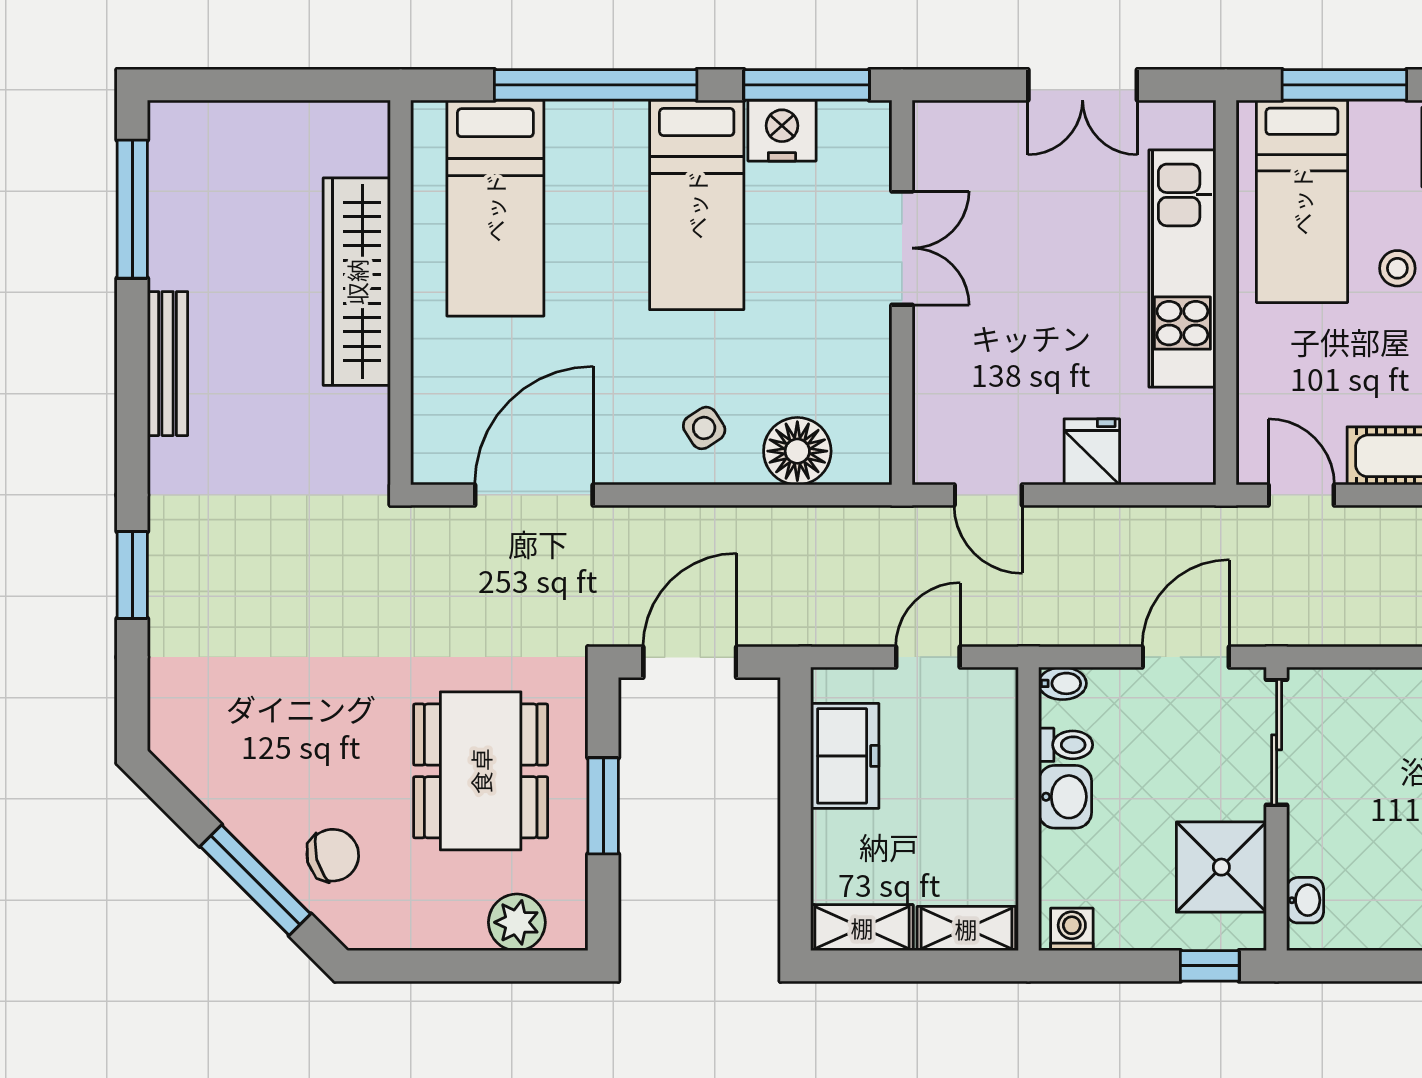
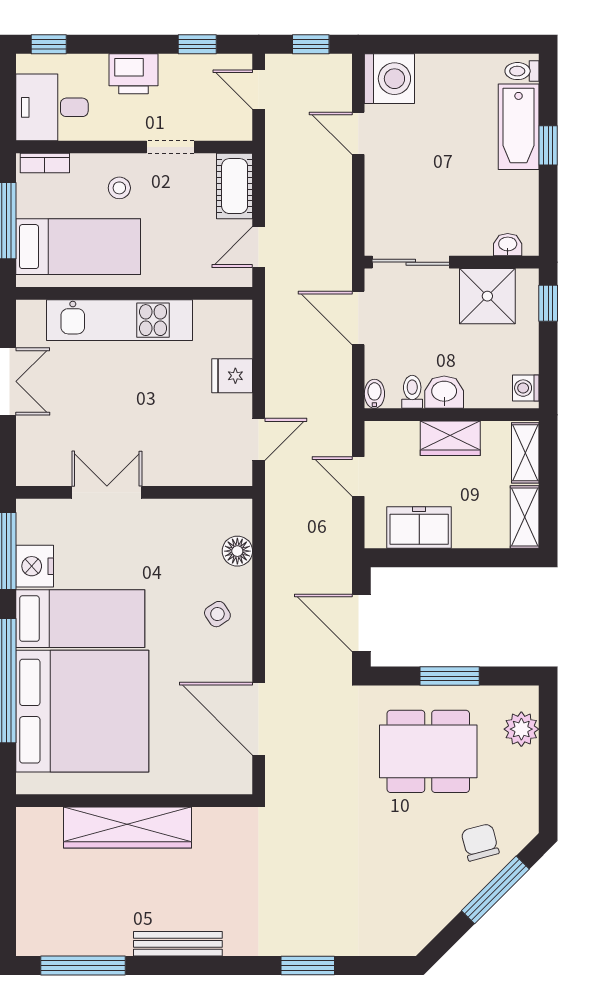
bed: (495, 208) -> (82, 711), width x2.04
floor lamp: (797, 451) -> (237, 551), width x0.73, depth x0.73
wardrobe: (990, 807) -> (450, 438), added

